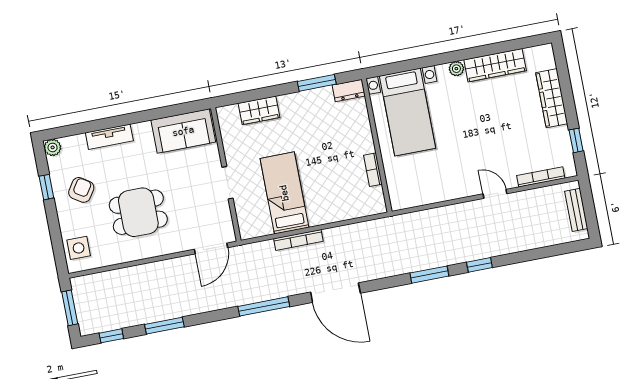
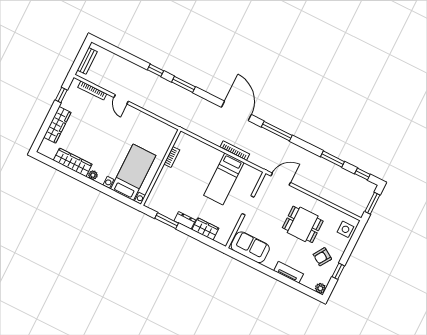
dresser: (349, 90) -> (185, 220), moved

